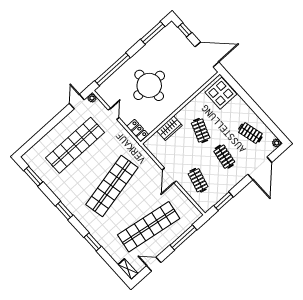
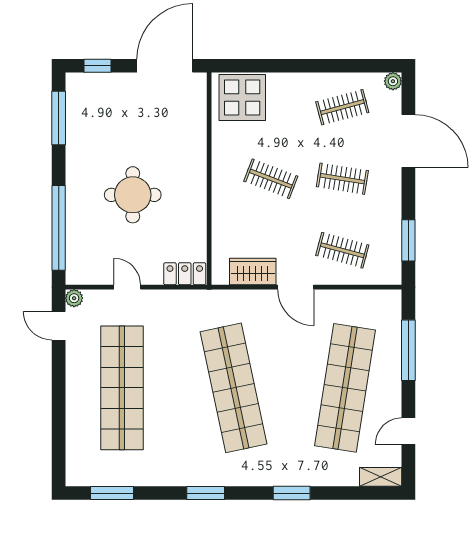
round table: (149, 85) -> (133, 195), width x0.73, depth x0.73
wardrobe: (169, 128) -> (253, 272), moved, turned -90

